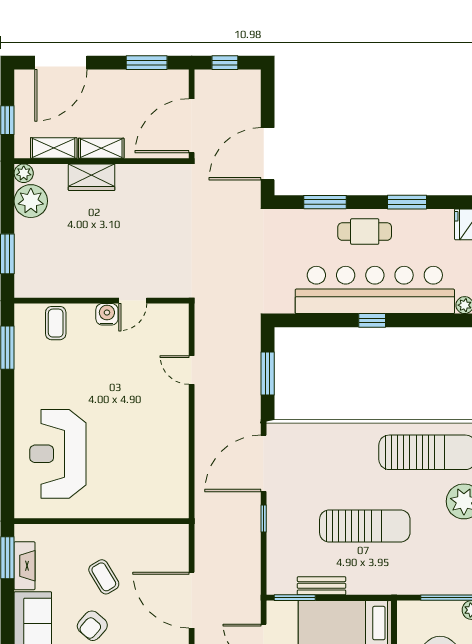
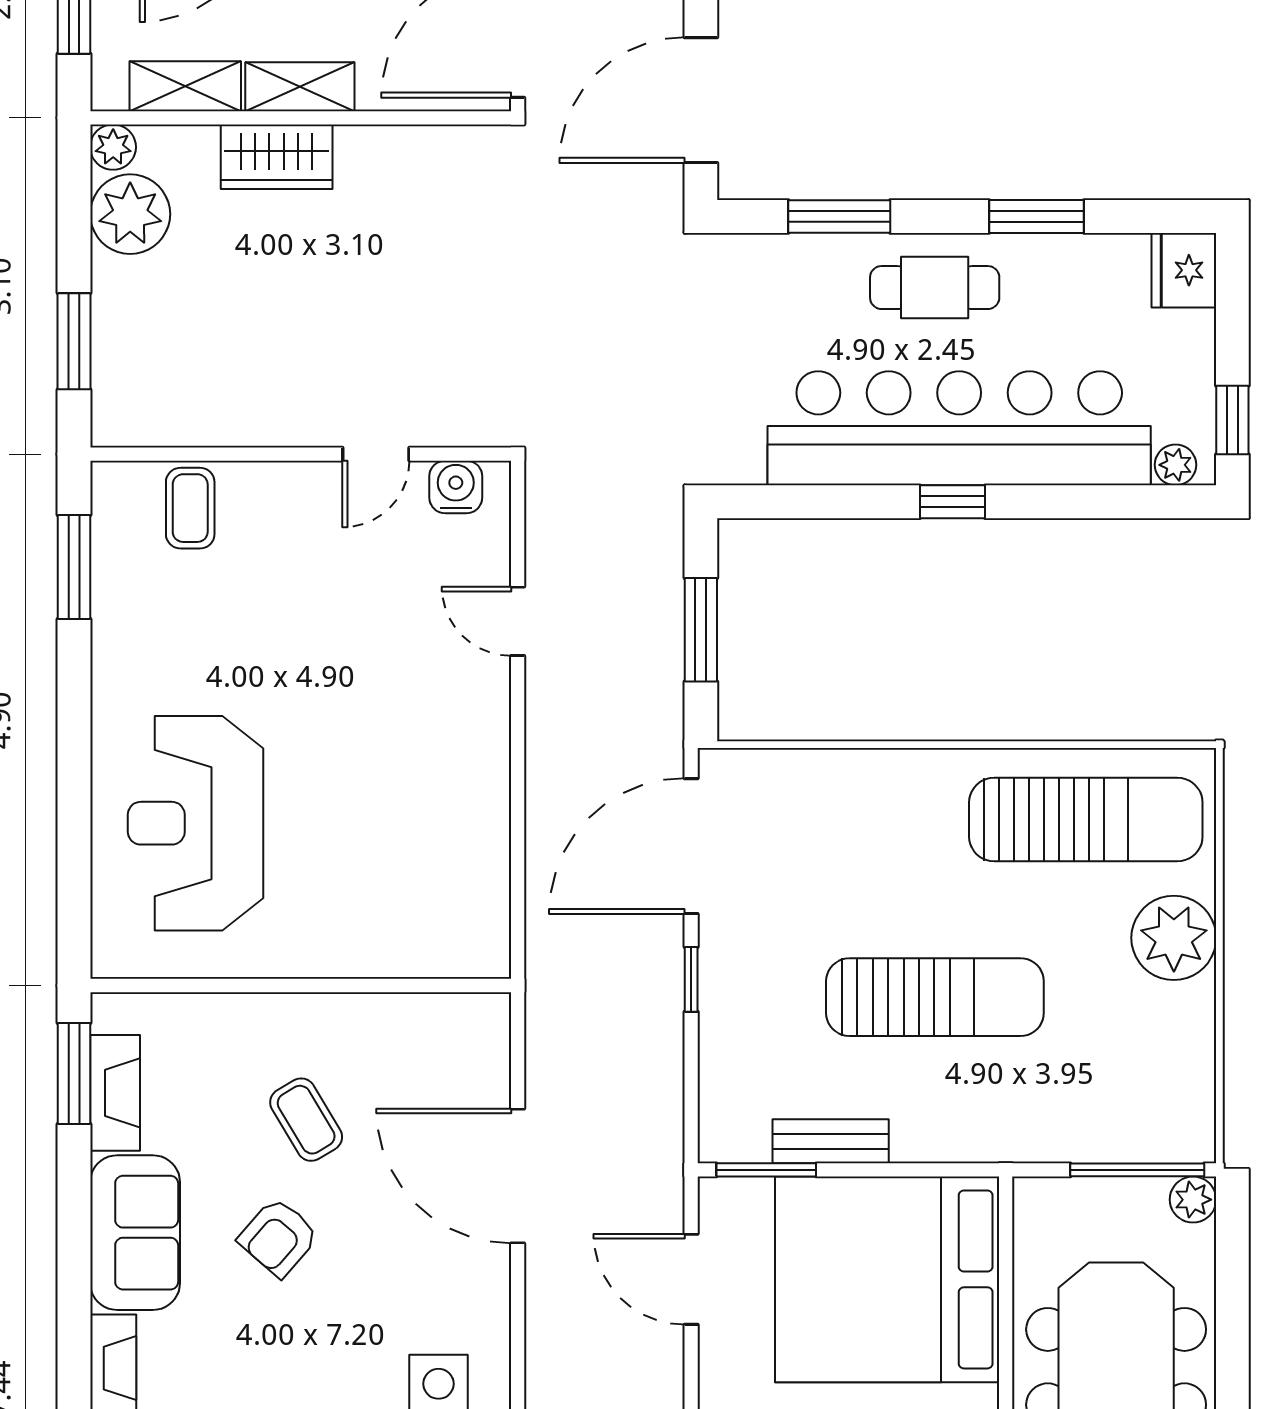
water cooler: (107, 314) -> (456, 487), moved

